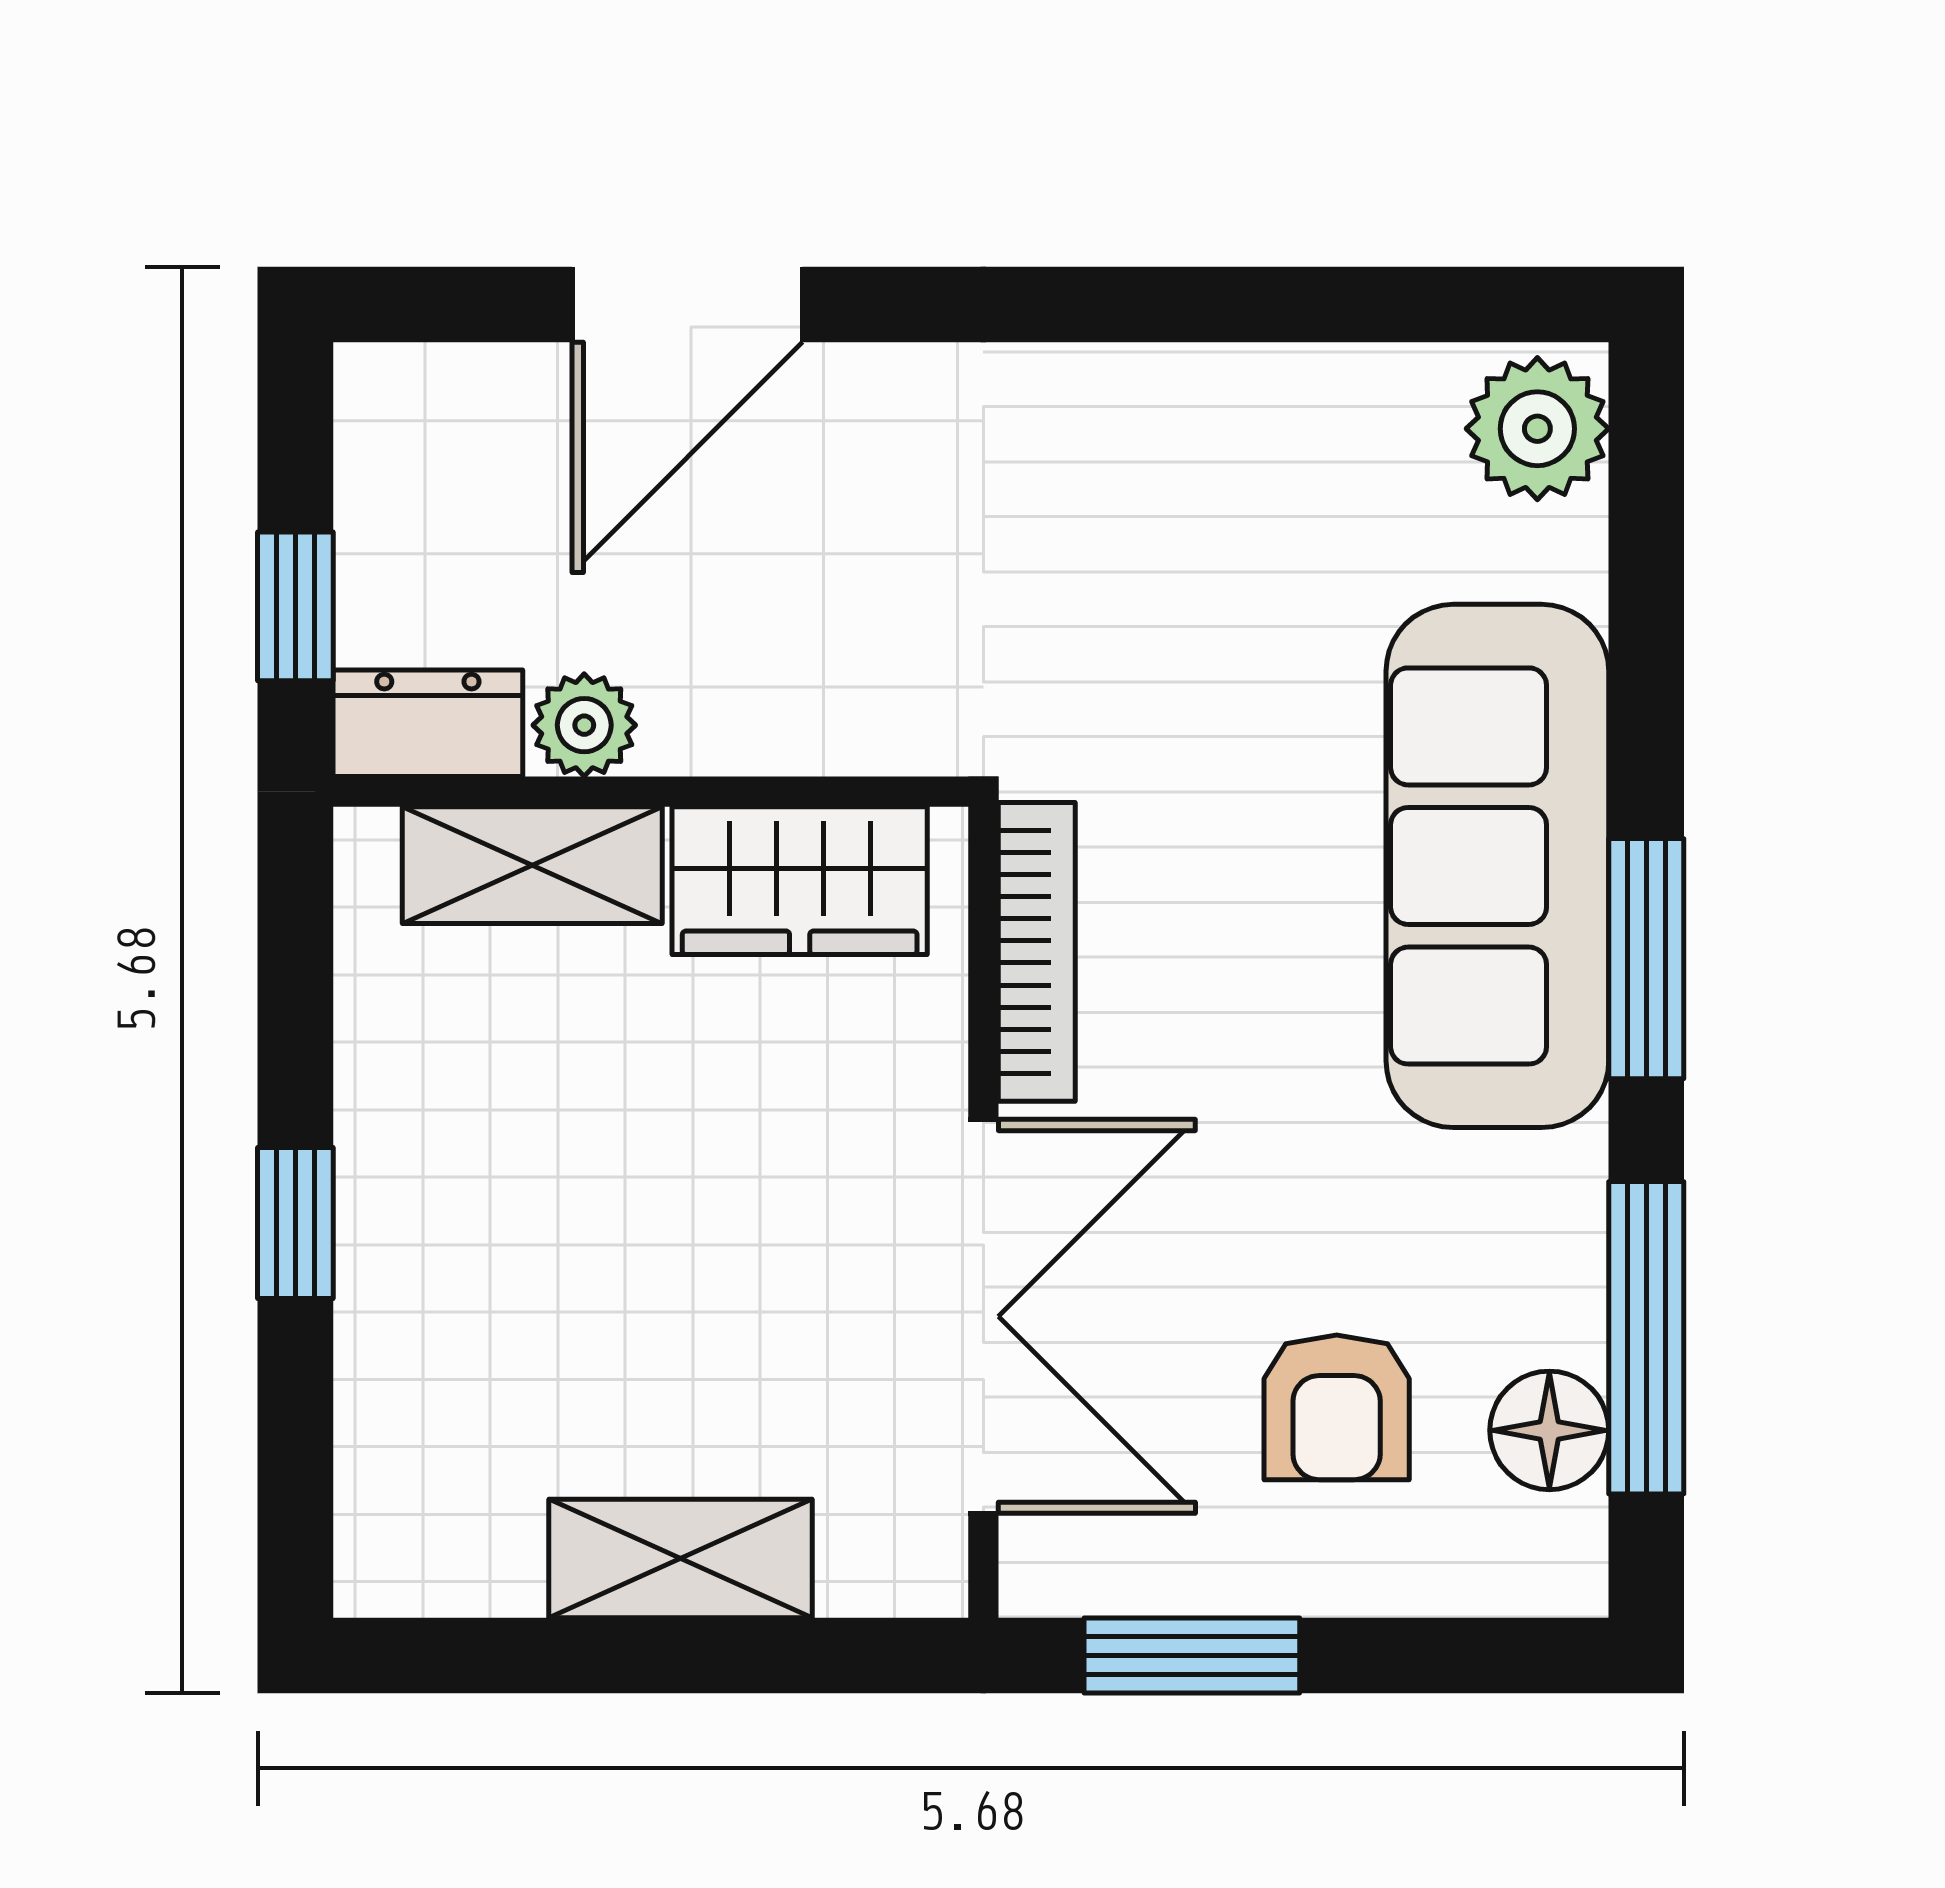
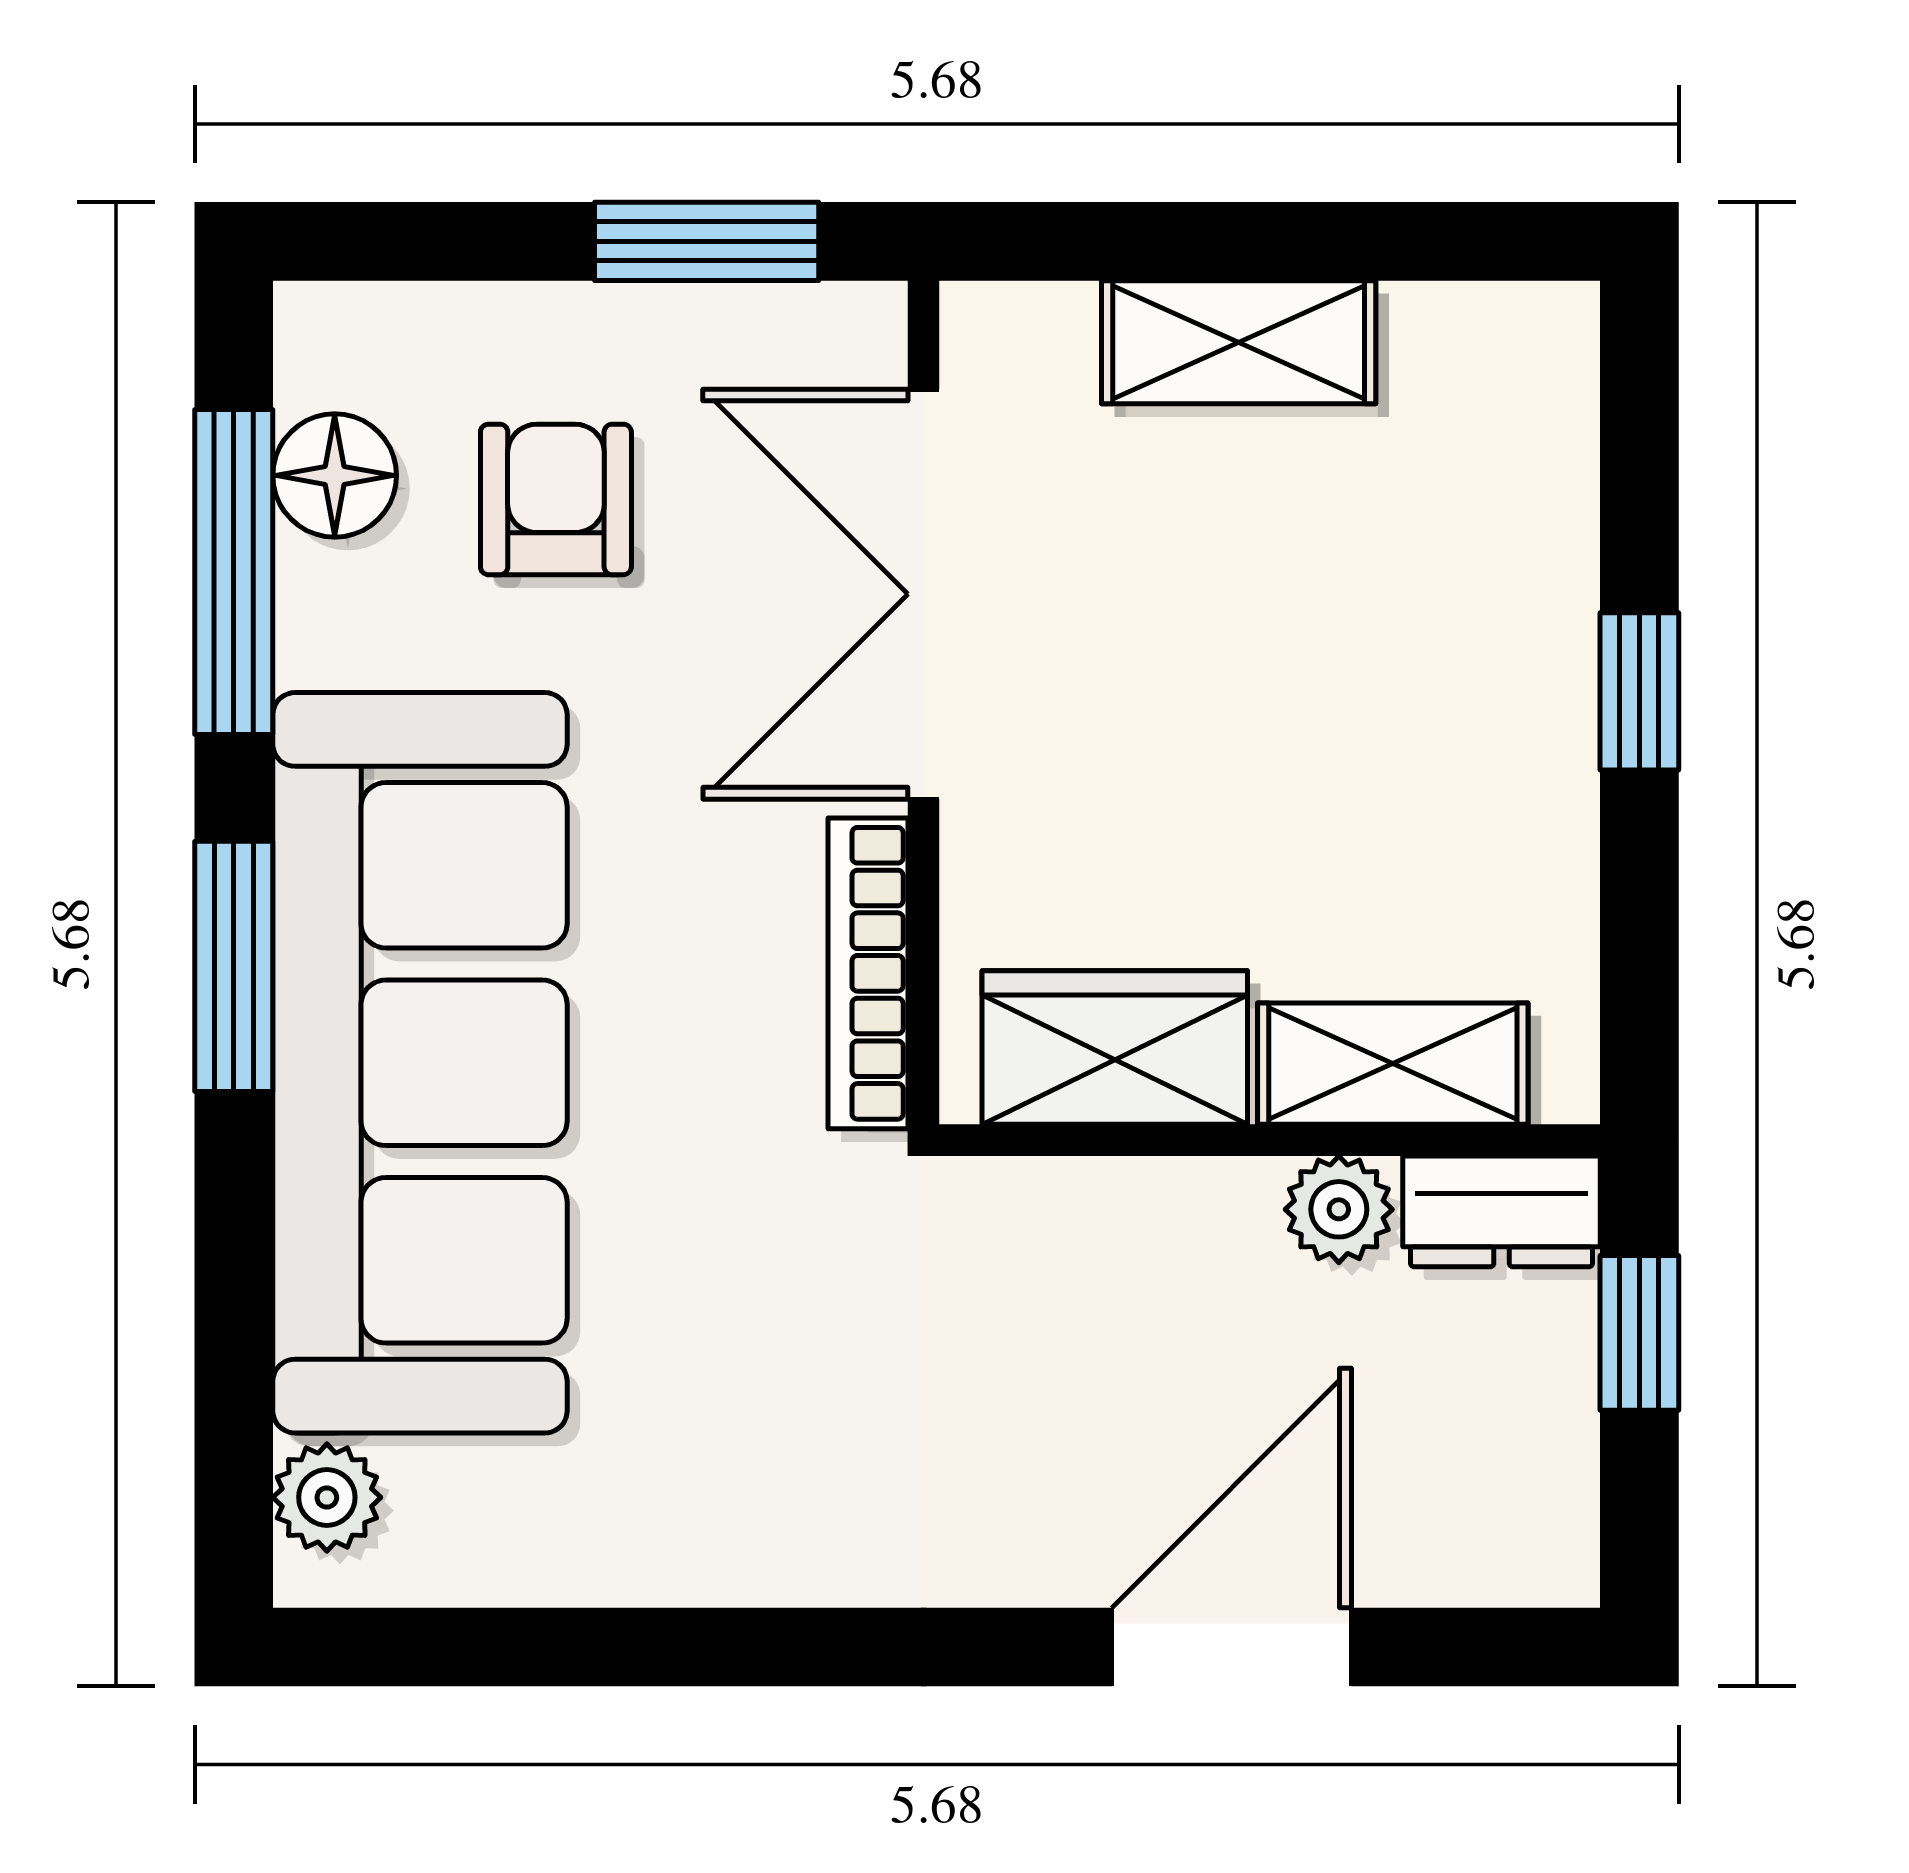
plant: (1537, 429) -> (327, 1497), width x0.73, depth x0.73
sofa: (1497, 866) -> (420, 1063), width x1.36, depth x1.27

